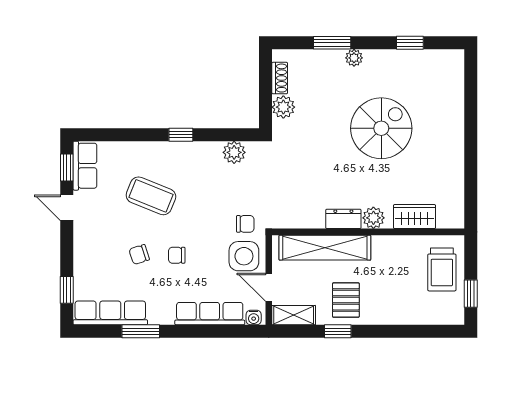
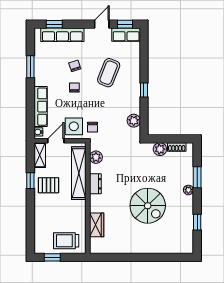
plant: (373, 218) -> (96, 157), moved
row of seats: (110, 313) -> (62, 35), moved, turned 90

